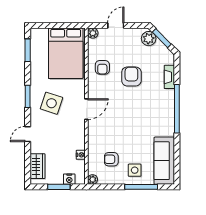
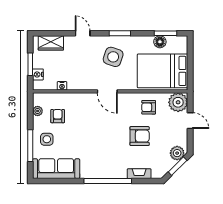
plant: (93, 33) -> (178, 102), width x1.87, depth x1.87
floor lamp: (36, 56) -> (160, 42), added
plant: (93, 179) -> (38, 111), moved

